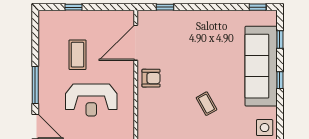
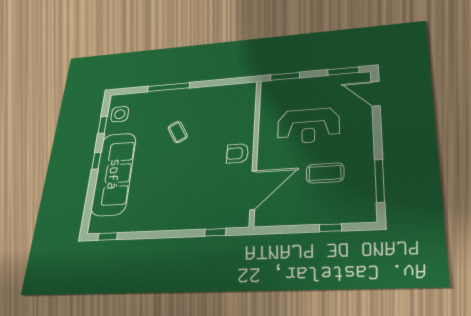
window: (280, 40) -> (103, 125), moved
coffee table: (77, 55) -> (325, 173), turned 90
window: (35, 85) -> (379, 181), moved
reception desk: (91, 100) -> (308, 126), turned 180

